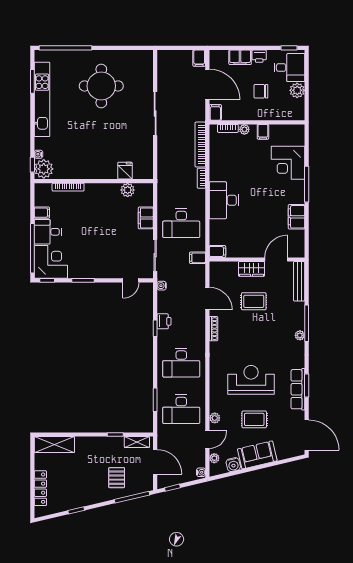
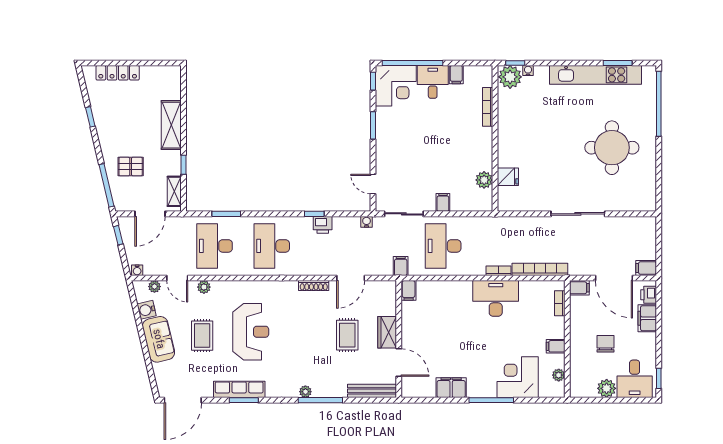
printer: (259, 56) -> (649, 295), moved
door: (207, 84) -> (614, 278), hinge flipped
plant: (244, 129) -> (559, 375), moved
desk: (224, 200) -> (496, 298), moved
filing cabinet: (146, 218) -> (443, 202), width x0.50
shelving: (54, 445) -> (171, 125), moved

